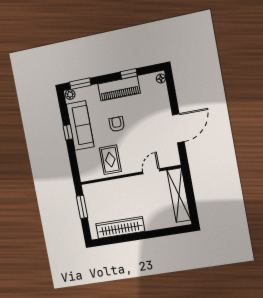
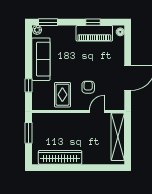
piano: (119, 89) -> (94, 33), moved
armchair: (117, 124) -> (88, 87), moved
window: (68, 132) -> (28, 85), moved

